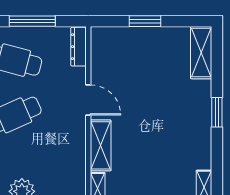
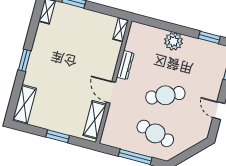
dresser: (79, 47) -> (125, 65), moved
shelving: (101, 145) -> (95, 120), moved

